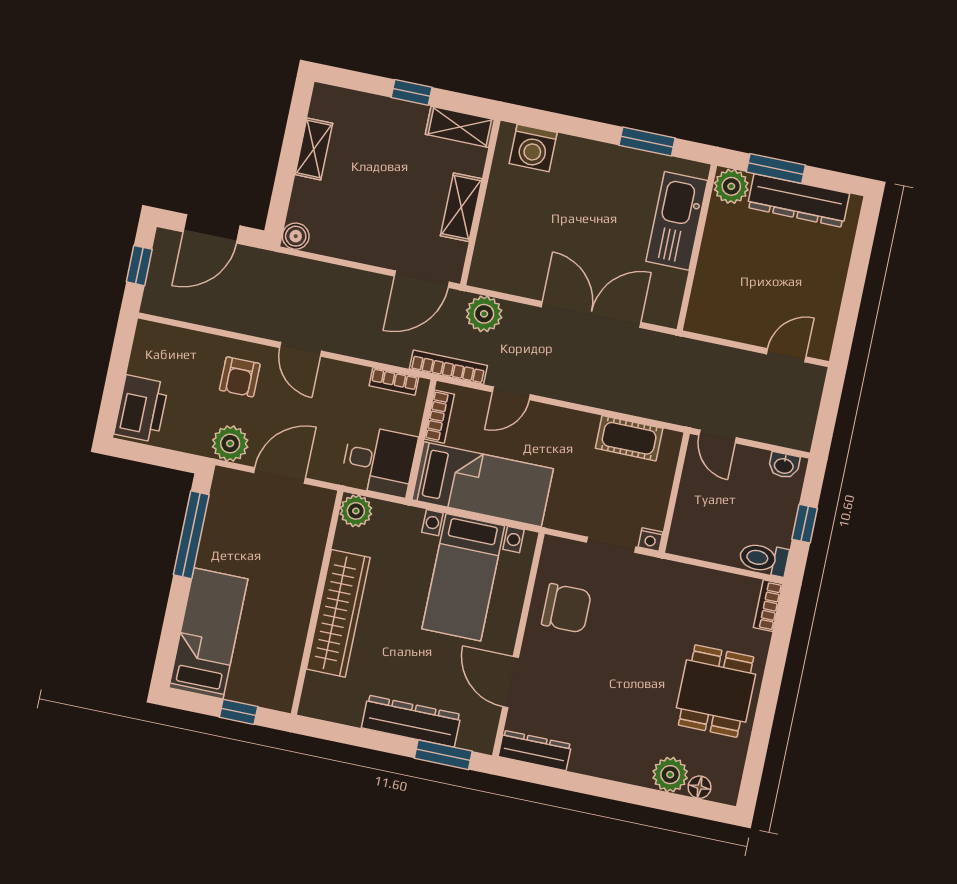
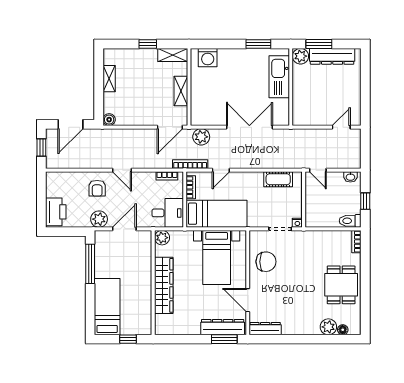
dresser: (411, 721) -> (223, 327), moved

